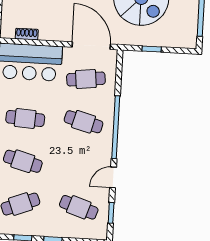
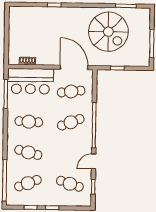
cafe table: (84, 122) -> (71, 122), turned -36

